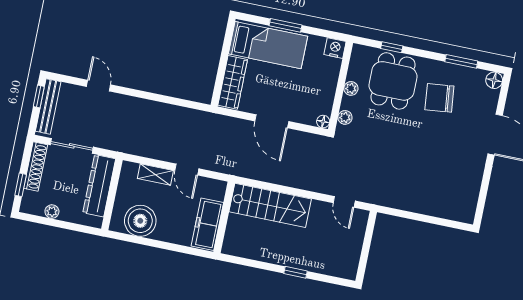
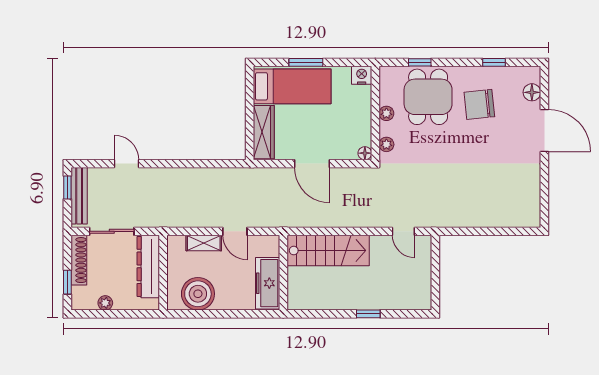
window: (461, 61) -> (494, 62), width x0.67
floor lamp: (494, 80) -> (532, 92), moved

